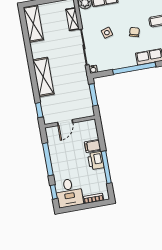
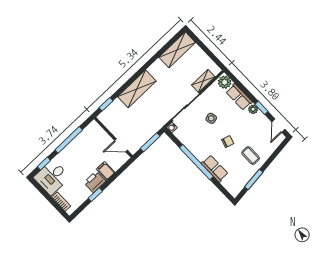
door: (65, 123) -> (121, 145), moved
window: (106, 167) -> (95, 195), width x0.46

